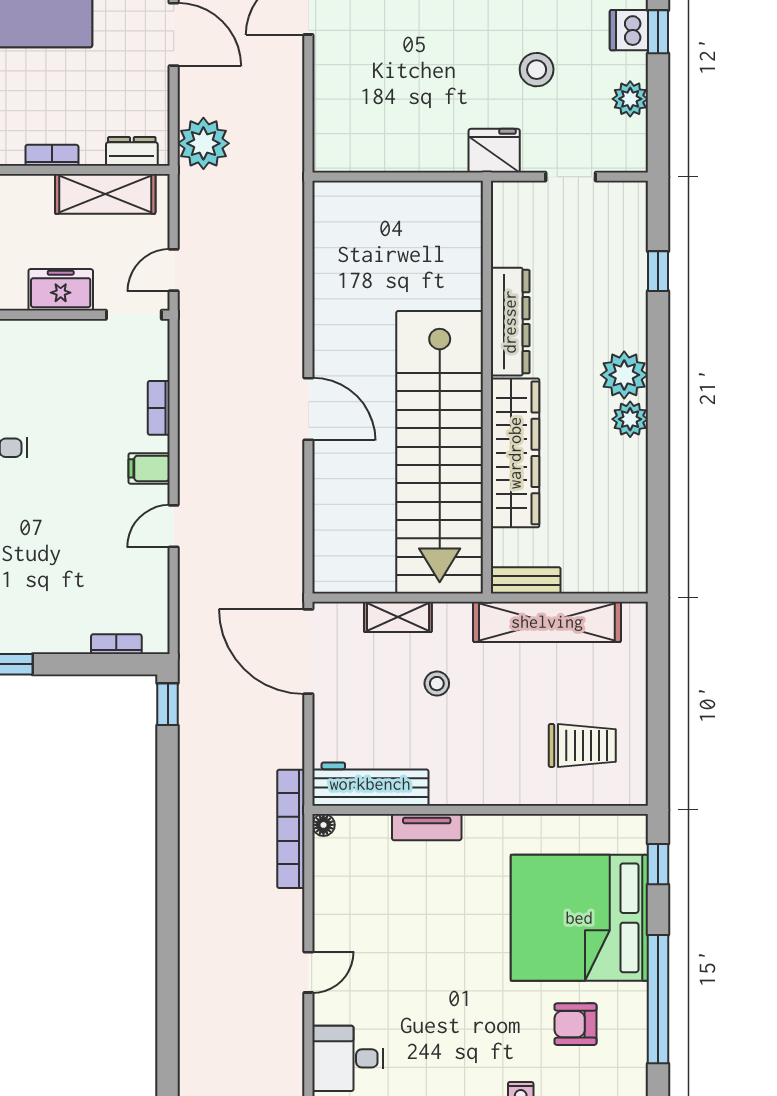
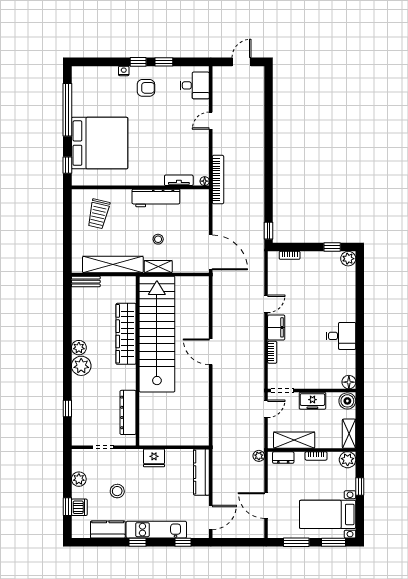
kitchen counter: (331, 116) -> (201, 472), added
plant: (203, 143) -> (259, 456), width x0.53, depth x0.53
fridge: (494, 151) -> (154, 458), moved
dresser: (510, 322) -> (128, 412), moved
filing cabinet: (149, 468) -> (276, 327), width x2.00
bench: (526, 580) -> (86, 282), moved
shelving: (398, 617) -> (158, 267), moved
trolley: (582, 745) -> (98, 214), turned -77
workbench: (370, 784) -> (156, 198), moved
tv unit: (427, 827) -> (179, 180), moved
armchair: (576, 1024) -> (146, 88), moved

